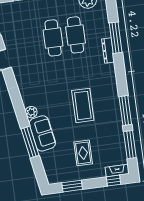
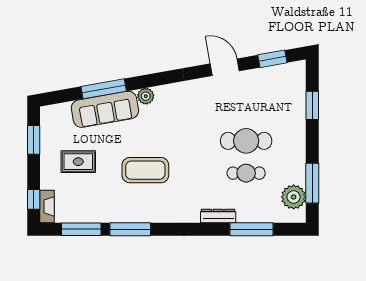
cafe table: (75, 35) -> (246, 173), width x0.73, depth x0.74
window: (116, 38) -> (251, 229), moved
sofa: (42, 133) -> (105, 109), width x1.36

